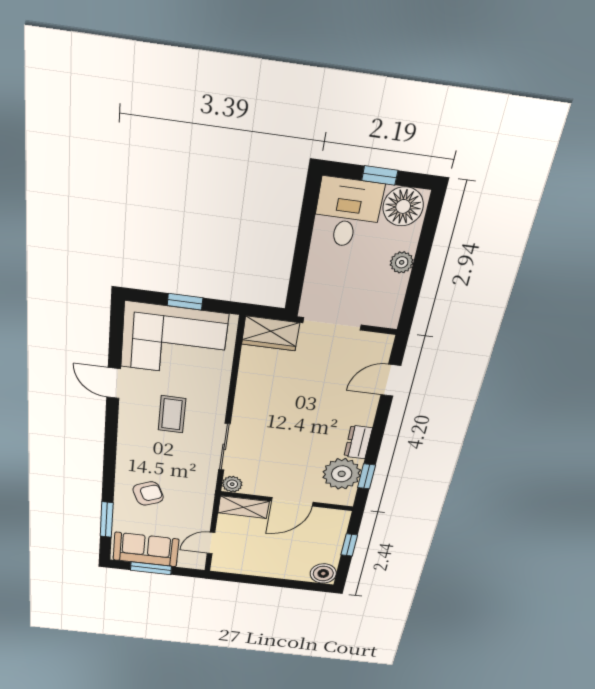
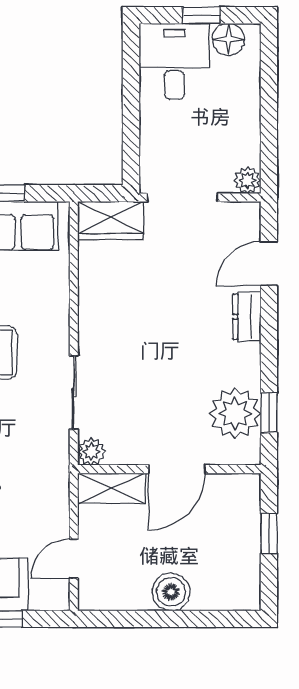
floor lamp: (403, 206) -> (228, 40), width x0.73, depth x0.73
plant: (402, 262) -> (247, 180), moved
dresser: (358, 442) -> (247, 317), moved
boiler: (323, 573) -> (171, 592), moved

